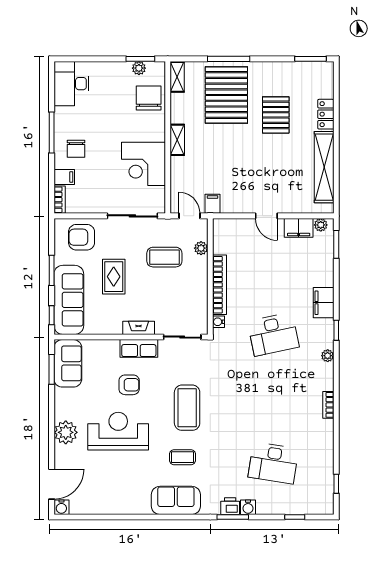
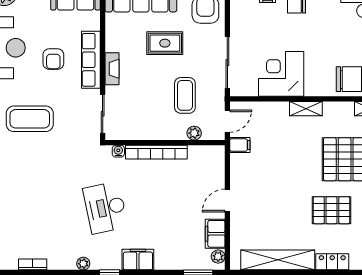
row of seats: (139, 348) -> (91, 60), width x1.48

